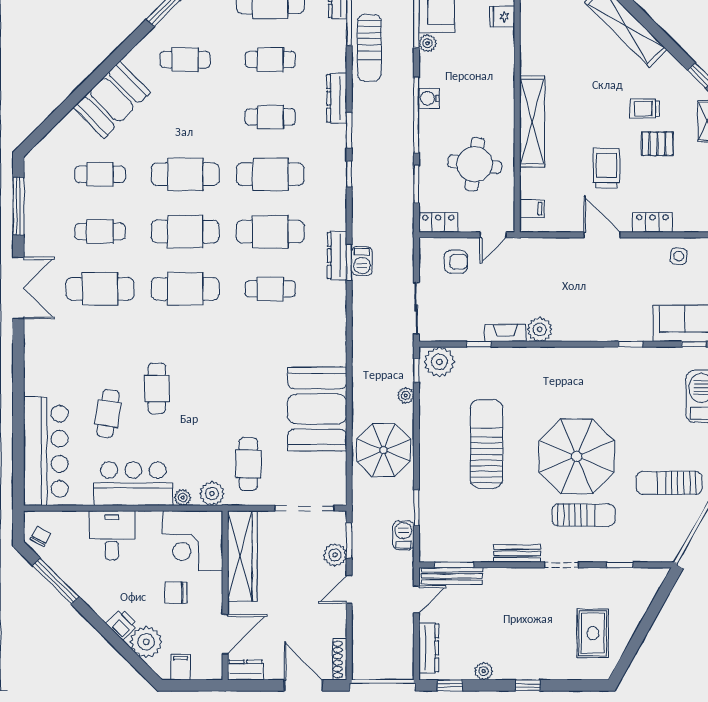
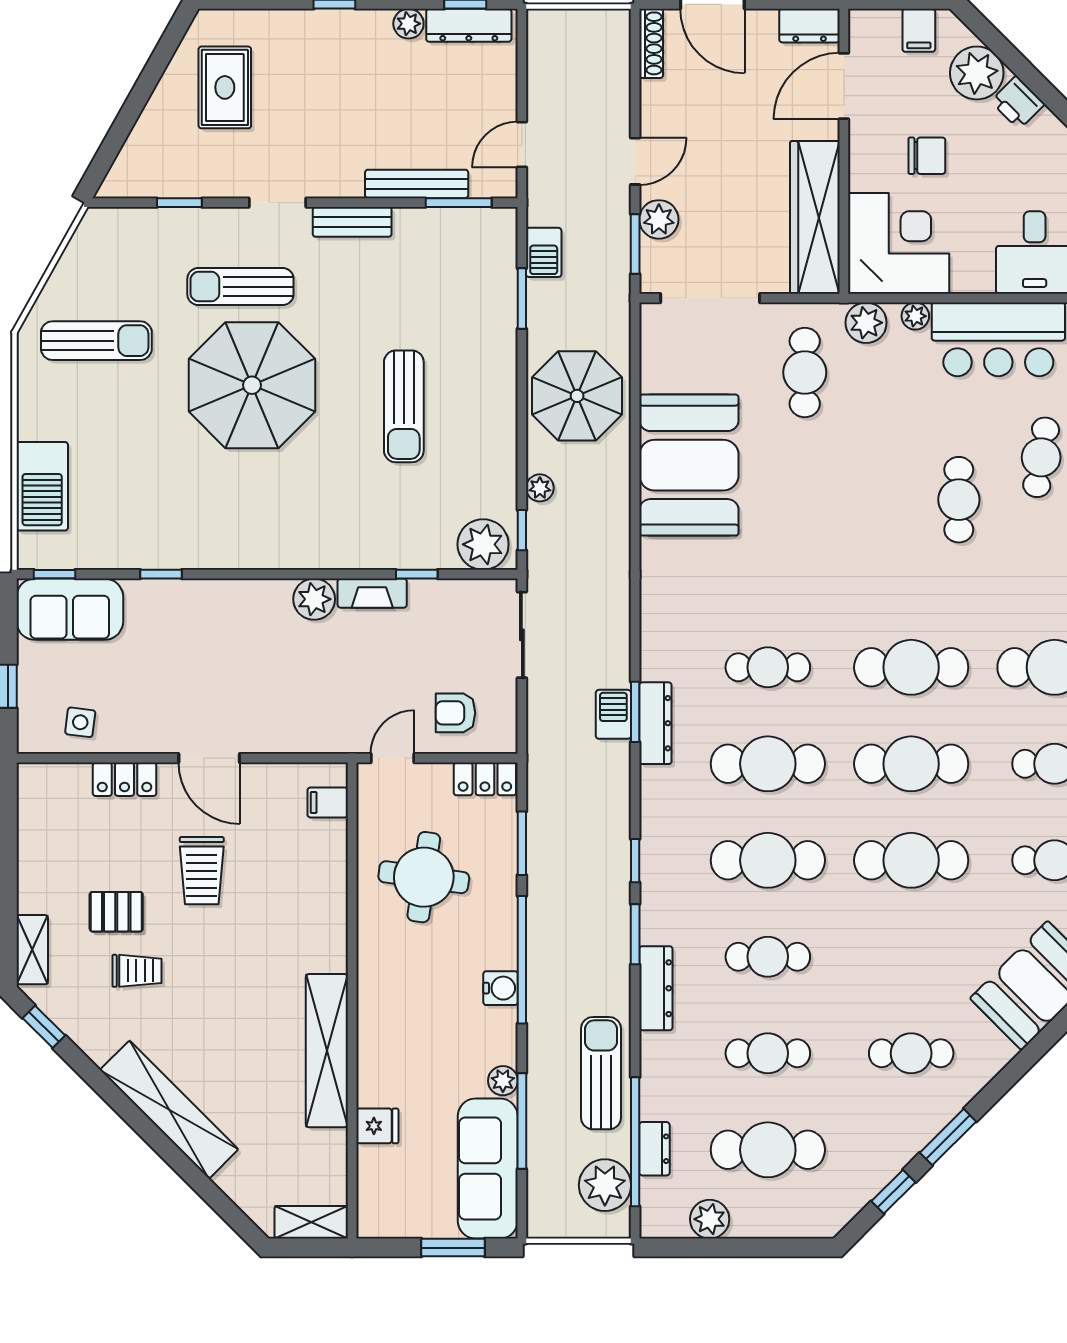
shelving: (532, 122) -> (327, 1051), moved
sun lounger: (486, 444) -> (404, 406), width x0.73, depth x0.75
bench: (452, 576) -> (417, 184), moved
dresser: (429, 648) -> (469, 25), moved, turned -90

